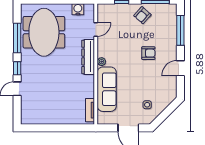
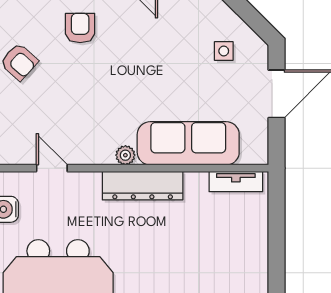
armchair: (148, 53) -> (80, 28), moved
dresser: (88, 57) -> (143, 186), moved

